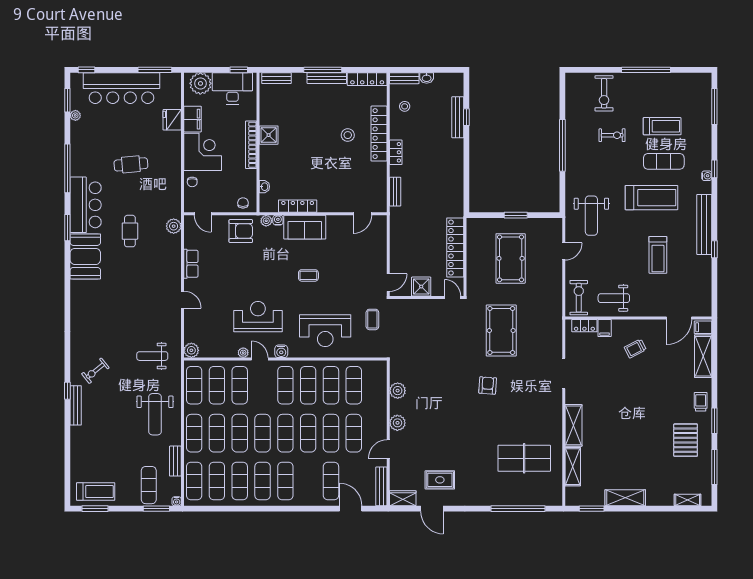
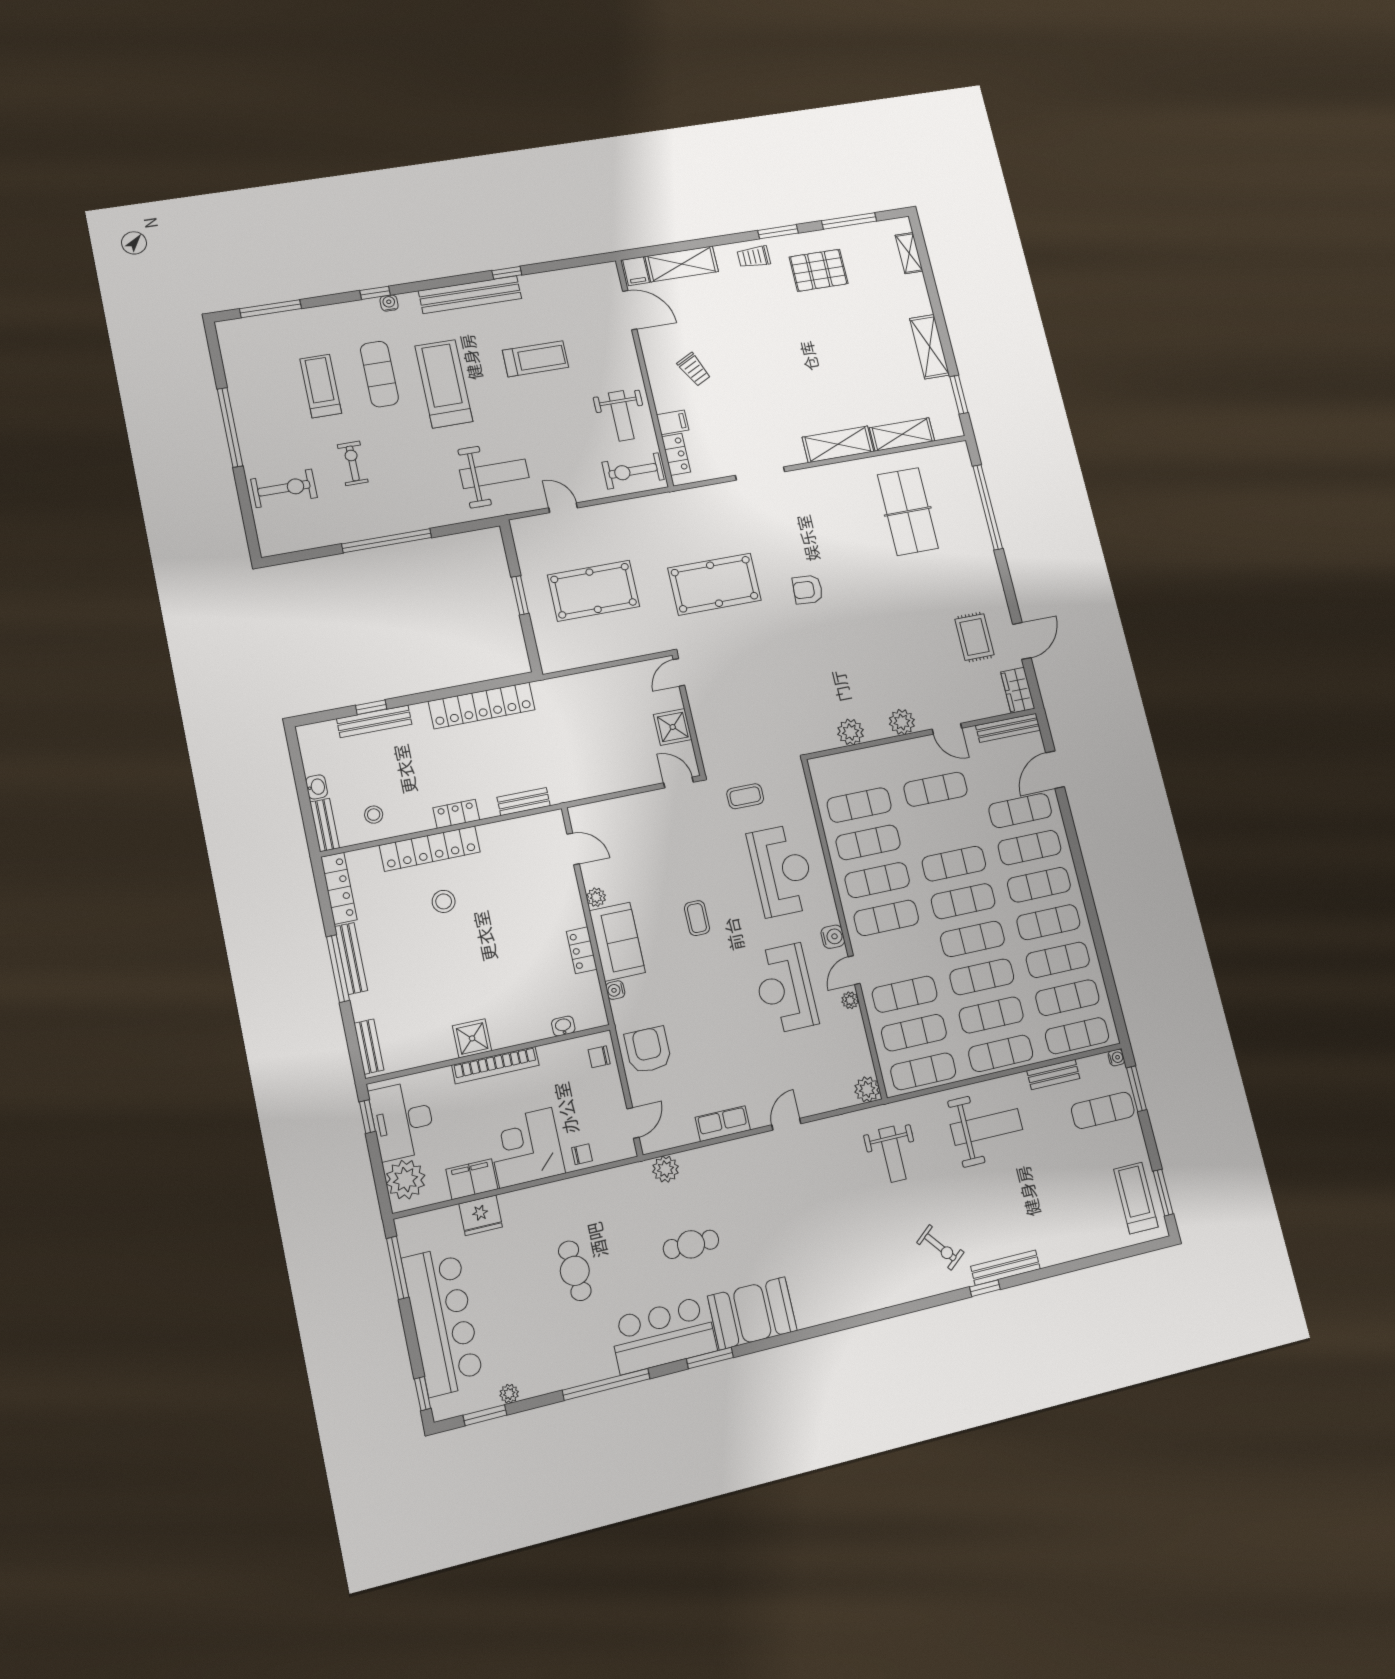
locker: (298, 206) -> (582, 950), width x0.66
plant: (266, 221) -> (596, 897), moved
locker: (455, 248) -> (482, 705), moved
exercise mat: (331, 433) -> (1030, 848), moved

